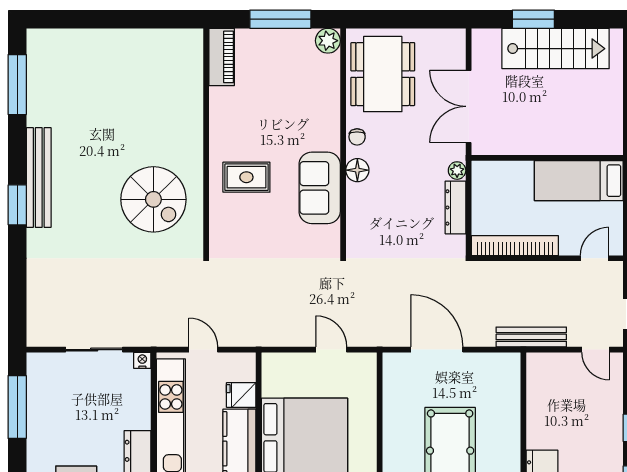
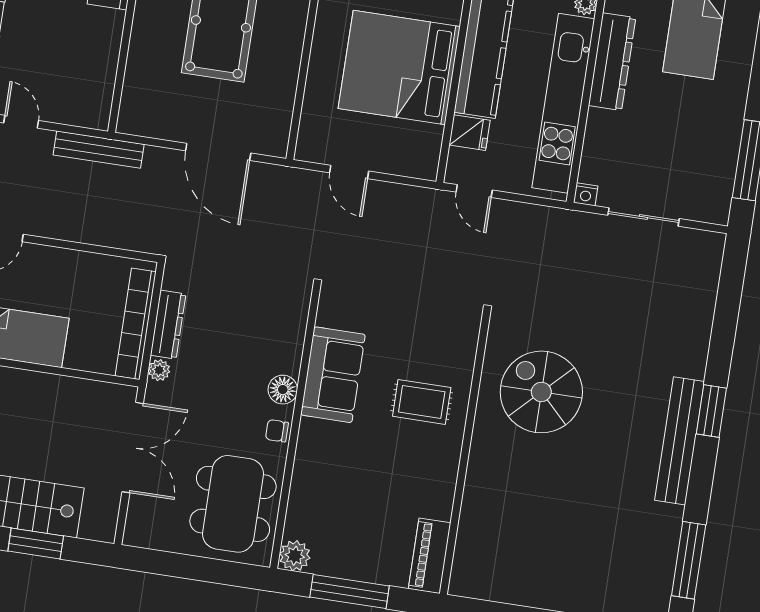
chair: (357, 137) -> (277, 431), turned -90
bookcase: (515, 246) -> (136, 324), moved, turned 90
door: (203, 350) -> (474, 191), moved

